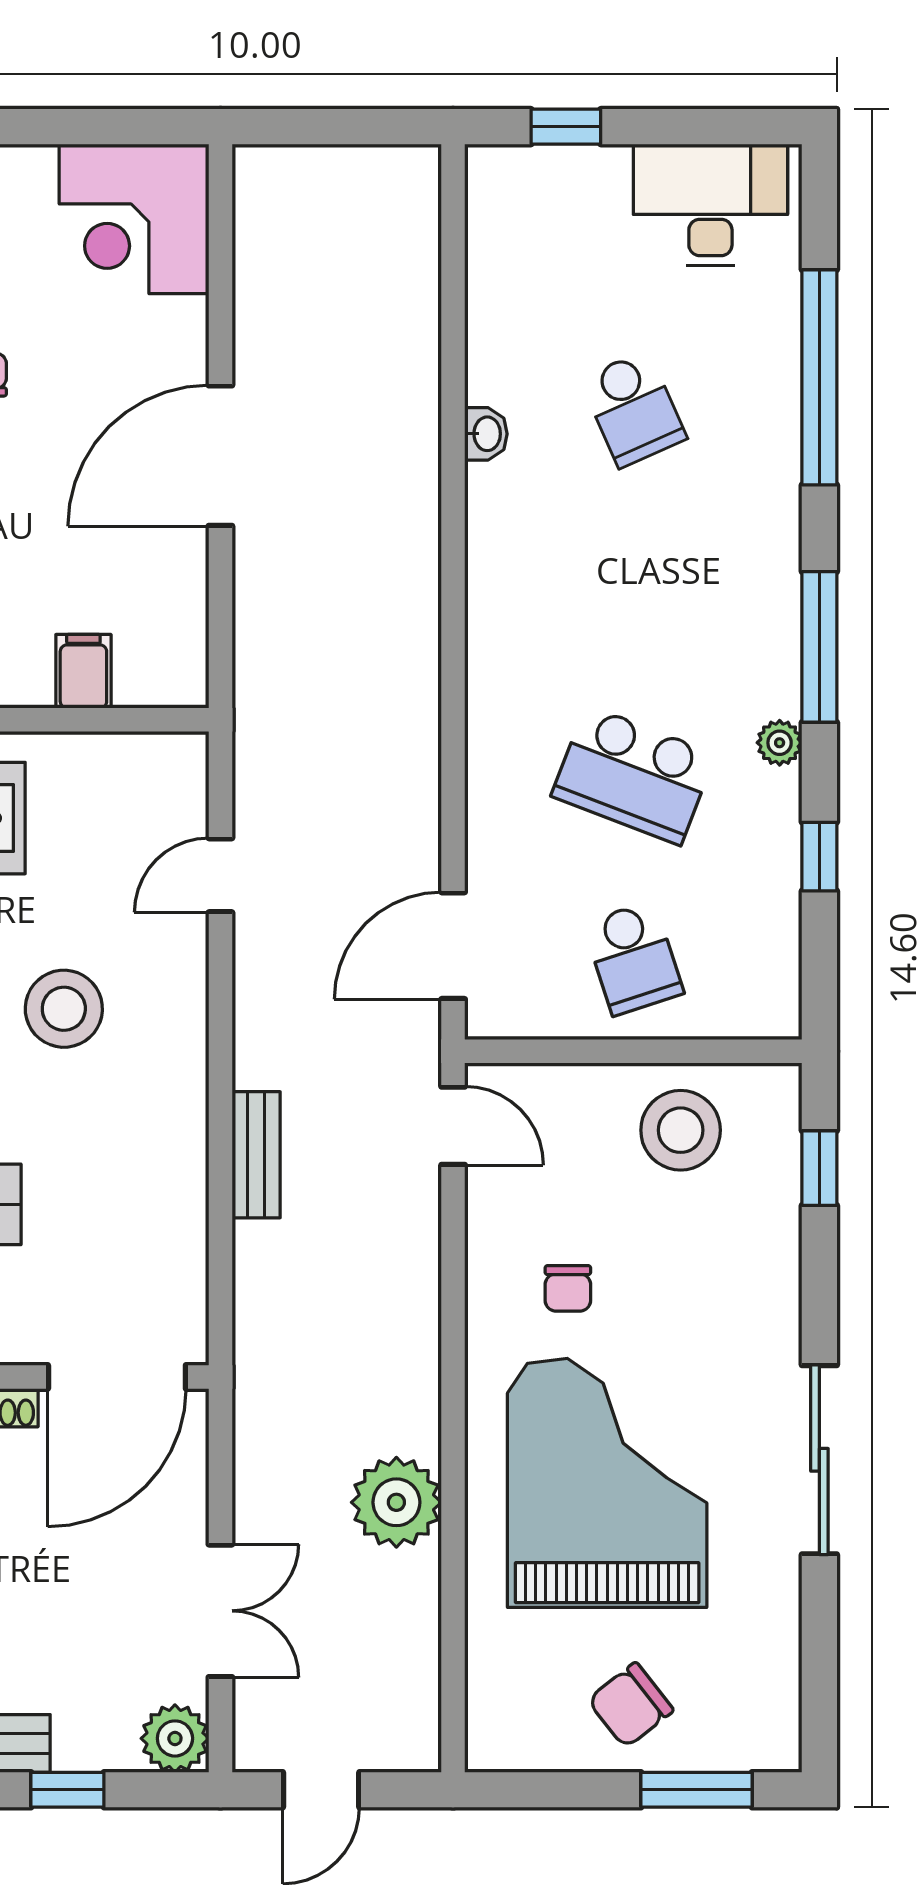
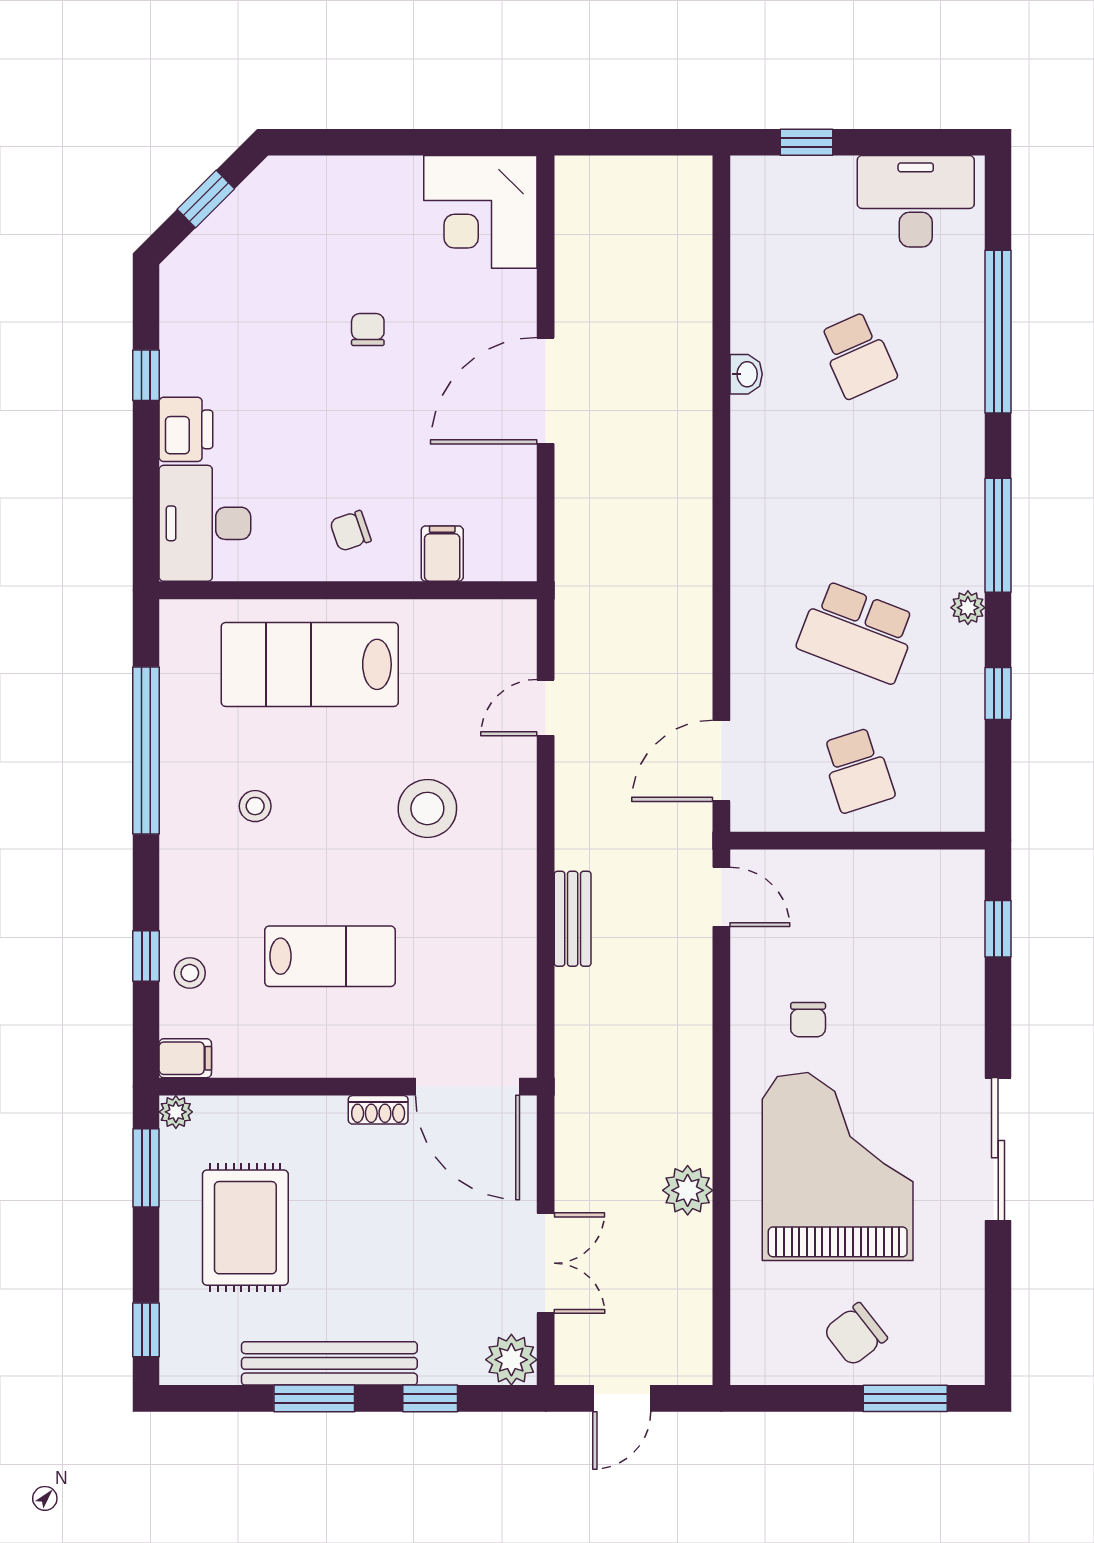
stool: (681, 1130) -> (893, 900), removed
door: (117, 1377) -> (467, 1087), hinge flipped
plant: (396, 1502) -> (688, 1190), width x0.73, depth x0.73

